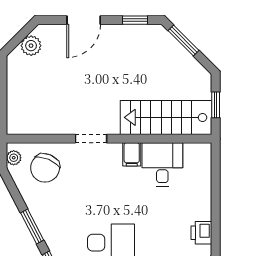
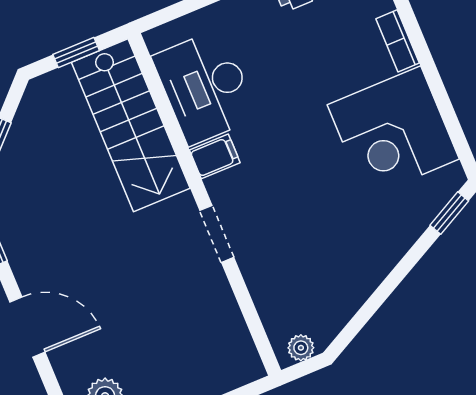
desk: (162, 164) -> (205, 87), width x1.37
chair: (45, 168) -> (296, 289), removed
window: (32, 226) -> (401, 270), removed

